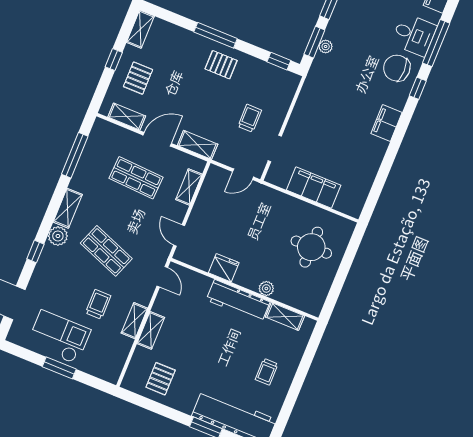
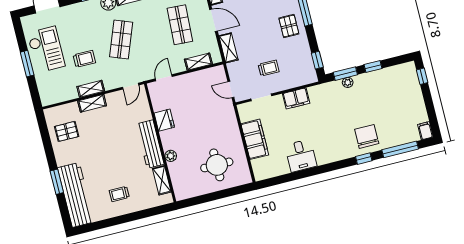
desk: (414, 35) -> (301, 156), moved
filing cabinet: (386, 123) -> (296, 98), moved, turned 180

